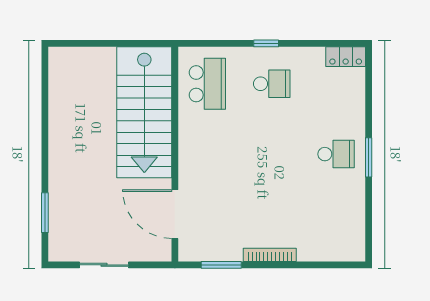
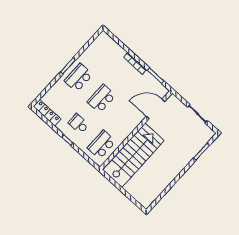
locker: (346, 57) -> (47, 113), width x1.53
school desk: (272, 154) -> (101, 99), added
school desk: (336, 154) -> (79, 78), width x1.85
door: (175, 214) -> (156, 109), swing flipped

